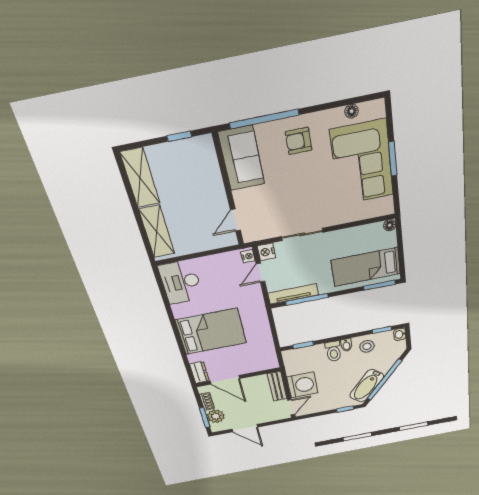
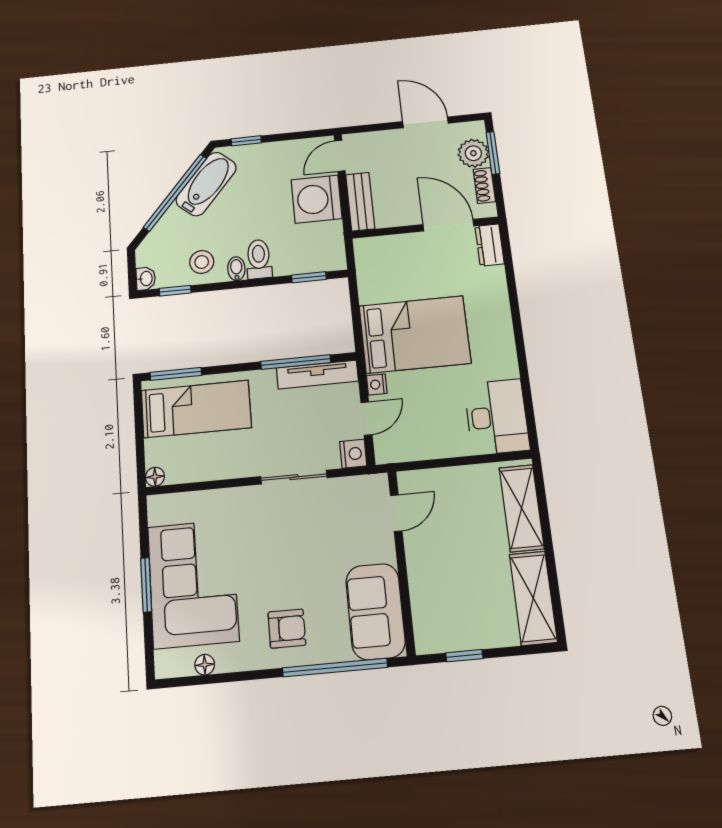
nightstand: (248, 256) -> (377, 384), moved
bed: (211, 332) -> (415, 334), moved, turned 180

